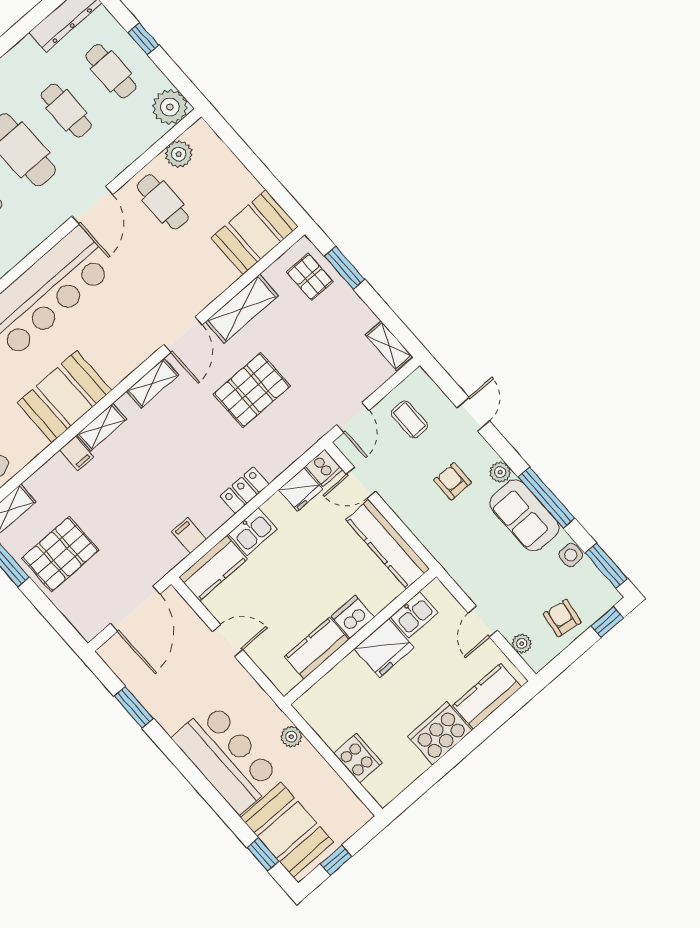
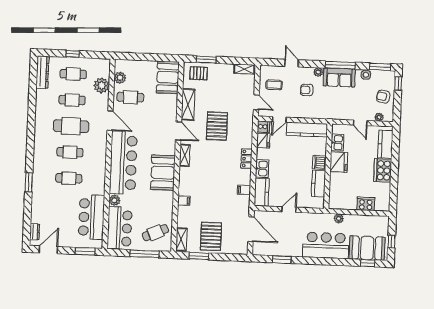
plant: (170, 107) -> (102, 86), moved
booth: (64, 397) -> (163, 173), moved
shelving: (102, 427) -> (183, 185), removed

